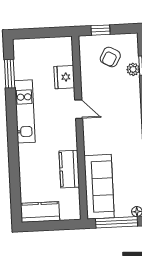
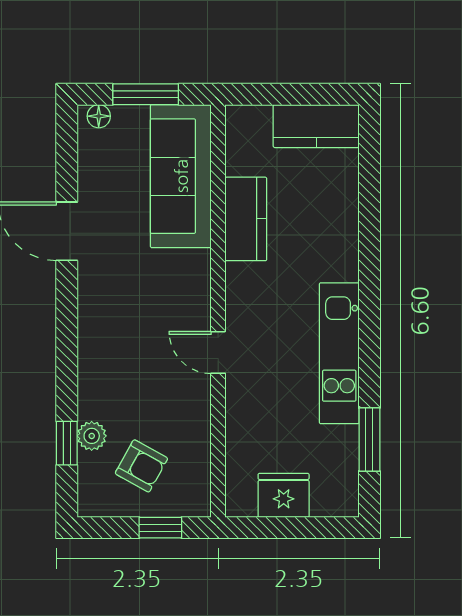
armchair: (110, 57) -> (141, 466), turned 90
fridge: (64, 77) -> (284, 495), moved, turned -90
window: (117, 222) -> (146, 94), width x0.69

